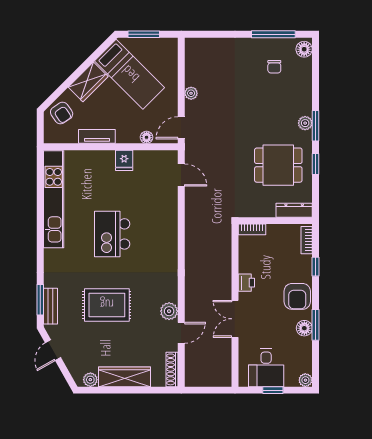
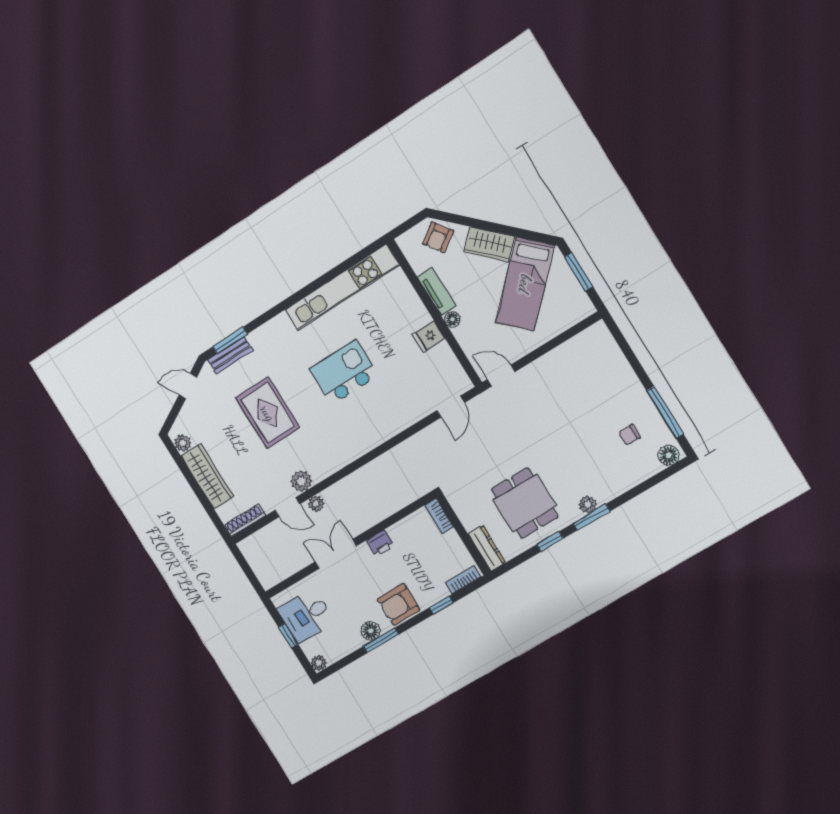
plant: (191, 93) -> (316, 504), moved
floor lamp: (147, 137) -> (452, 319), moved

